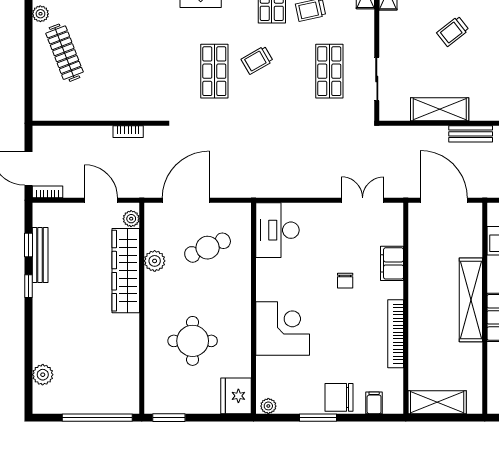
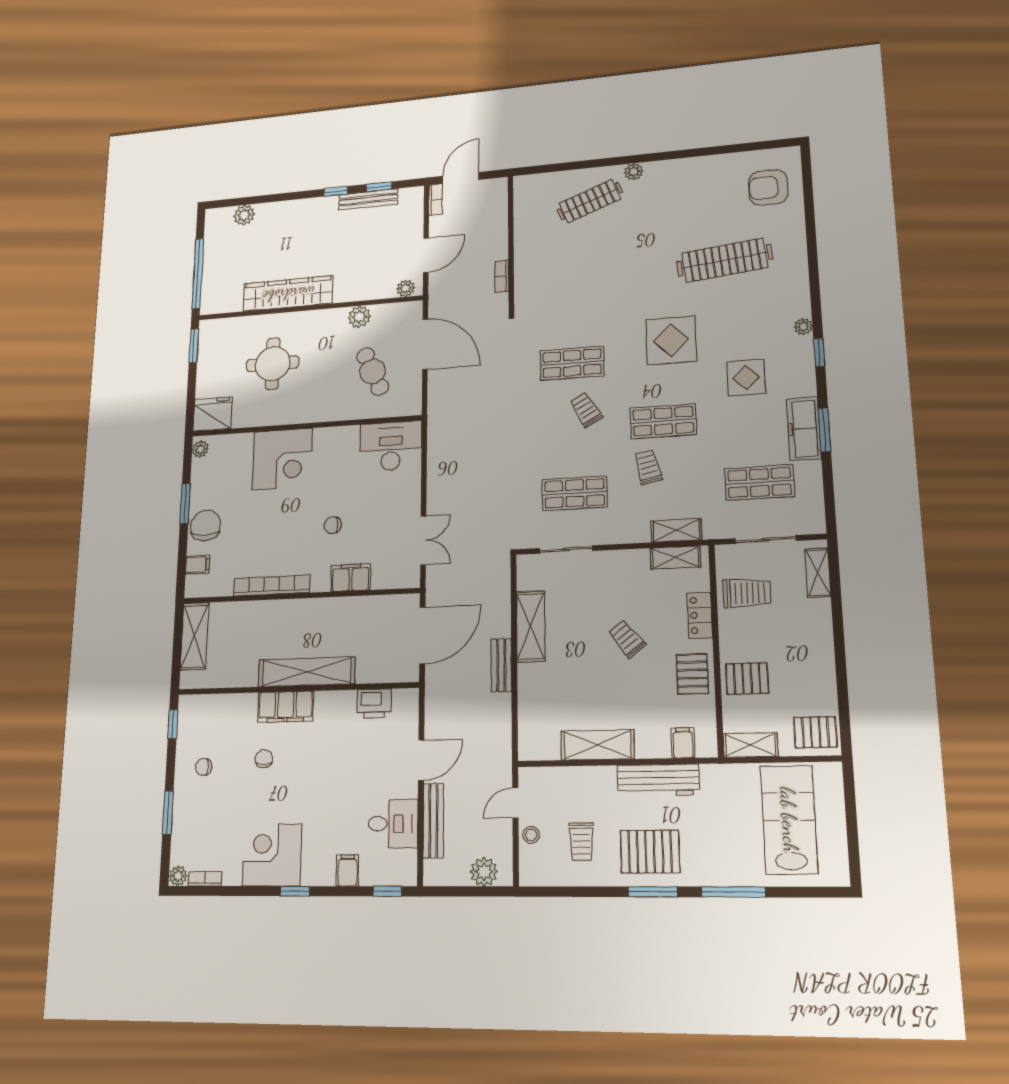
wardrobe: (126, 271) -> (288, 294), moved

